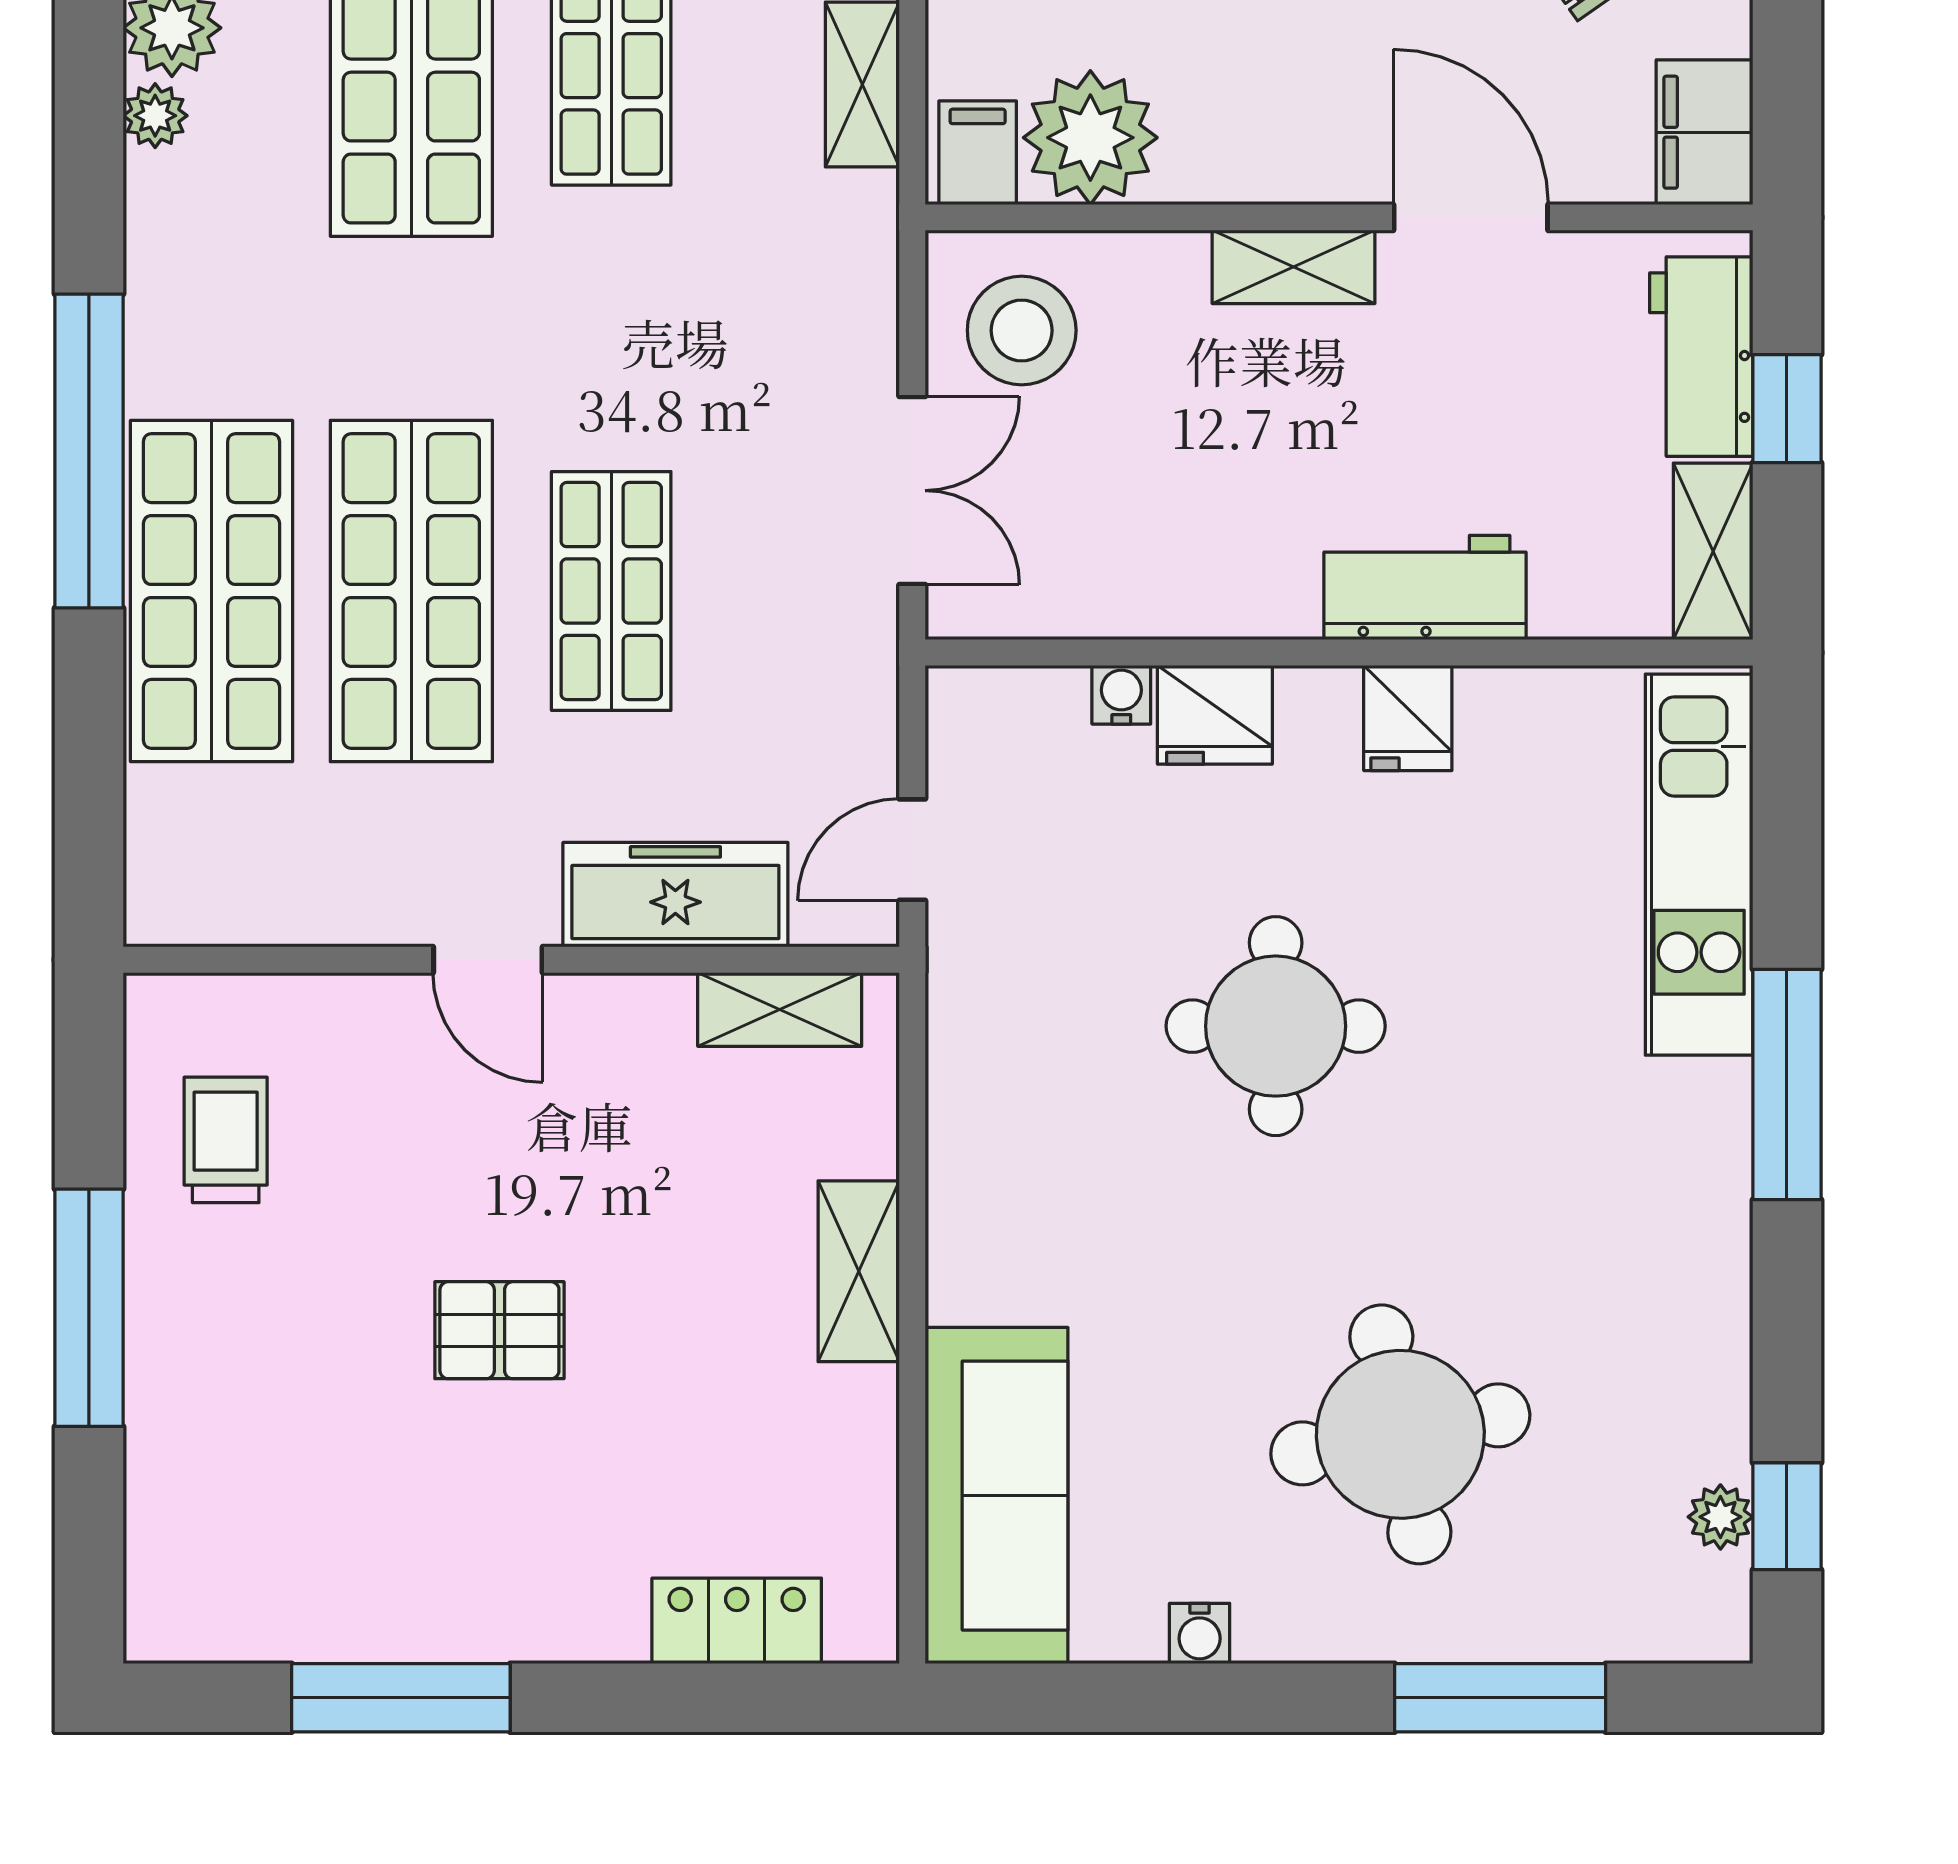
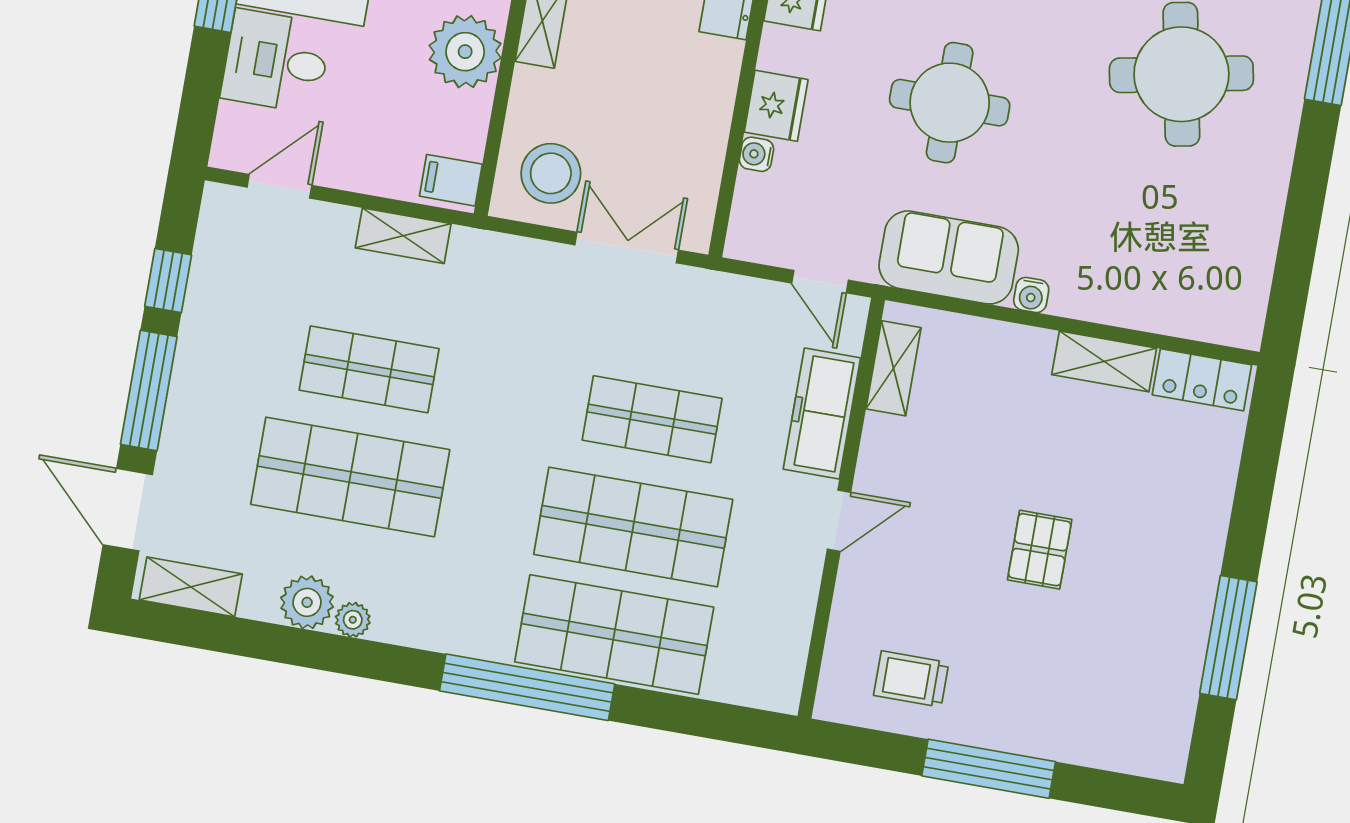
plant: (1090, 138) -> (465, 52), moved
shelving: (859, 1271) -> (1104, 361), moved
sofa: (997, 1496) -> (949, 257), moved, width x0.73
locker: (737, 1621) -> (1202, 380), moved, turned -90
water cooler: (1200, 1634) -> (1031, 295), moved, turned 90

